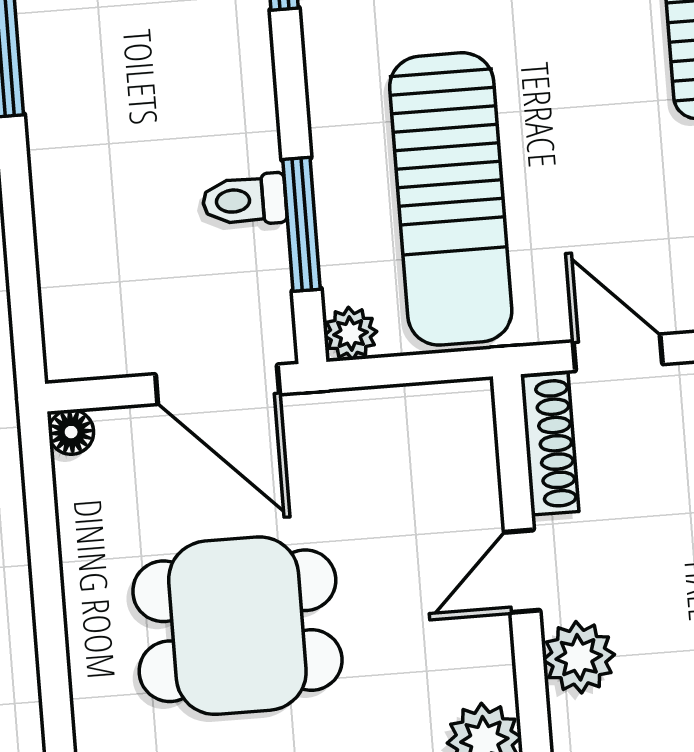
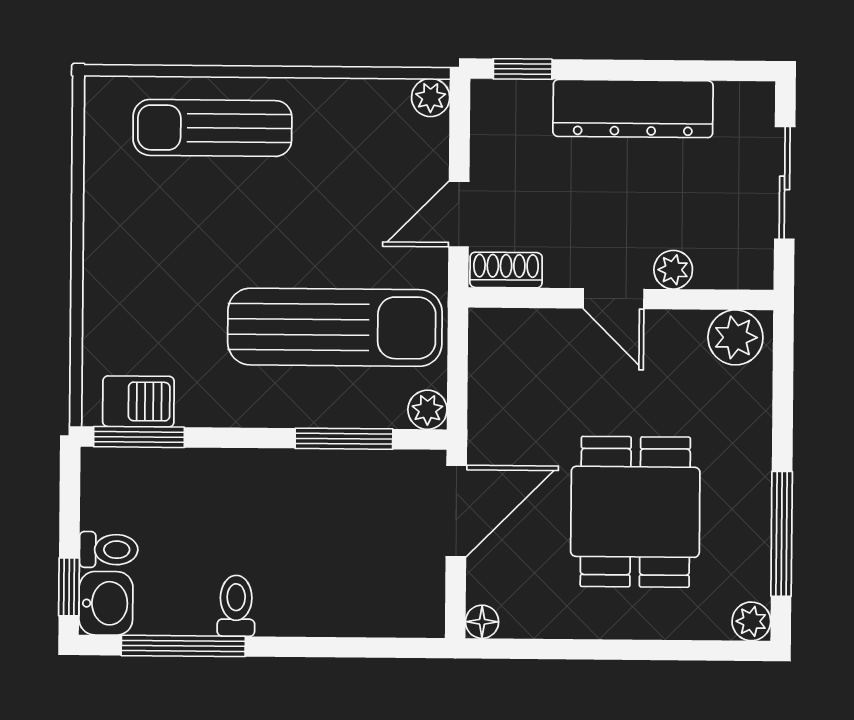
toilet: (245, 200) -> (236, 606), moved, turned 180
shoe rack: (550, 444) -> (506, 270), width x0.70
plant: (579, 657) -> (673, 270), width x0.73, depth x0.73

